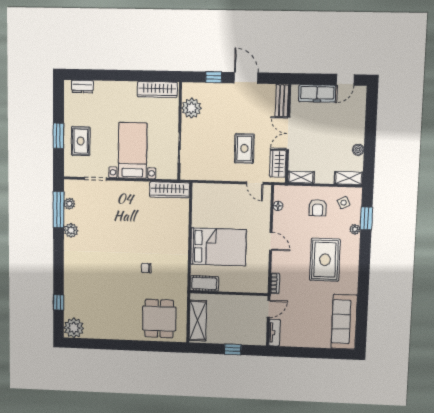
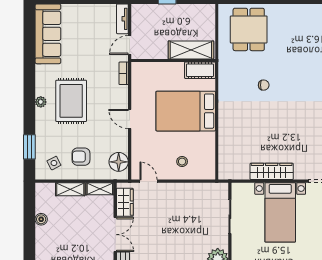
rug: (244, 148) -> (161, 218), removed
shelving: (349, 178) -> (70, 189), moved
wardrobe: (170, 190) -> (272, 171), moved
stool: (223, 200) -> (182, 162), added
floor lamp: (278, 206) -> (119, 162), width x1.89, depth x1.89
armchair: (318, 208) -> (81, 157), turned -90
plant: (355, 229) -> (41, 102), moved
shelving: (198, 321) -> (191, 50), moved, turned 90

